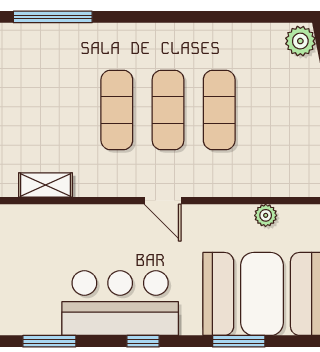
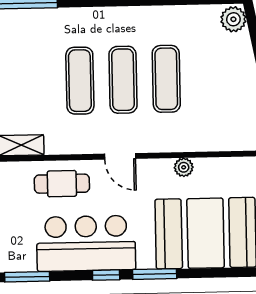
plant: (266, 215) -> (184, 167), moved
cafe table: (93, 232) -> (62, 184), added
window: (239, 341) -> (155, 274), moved

